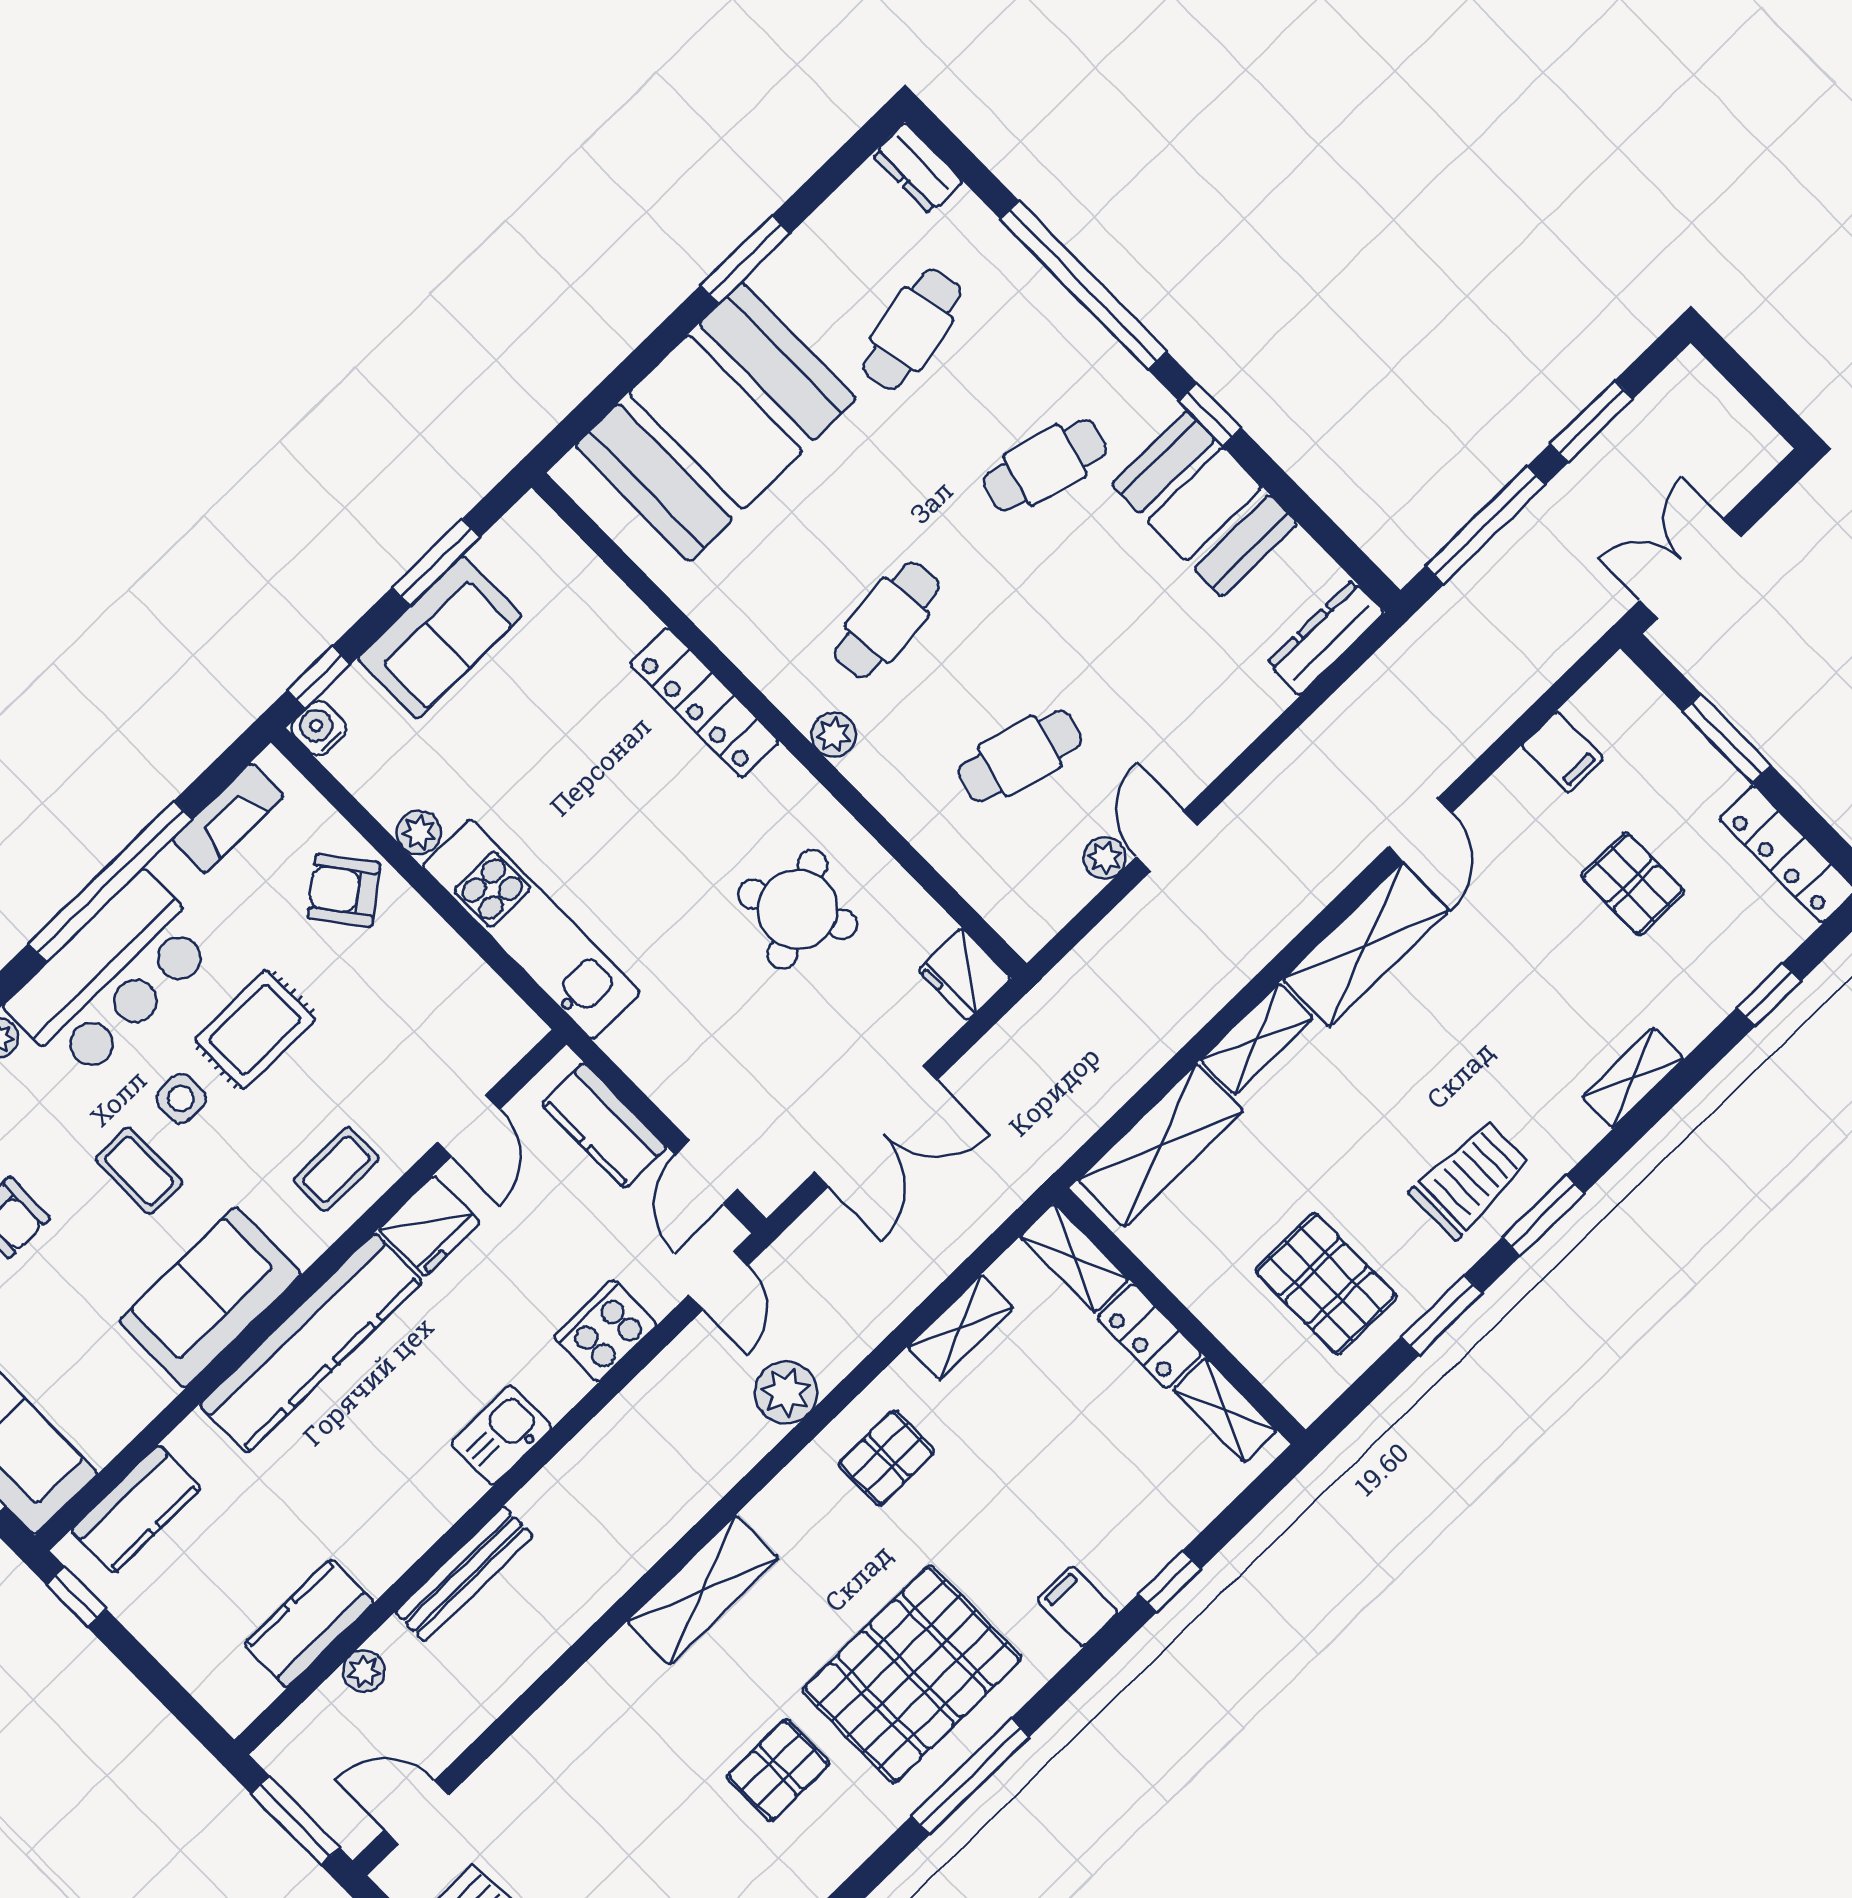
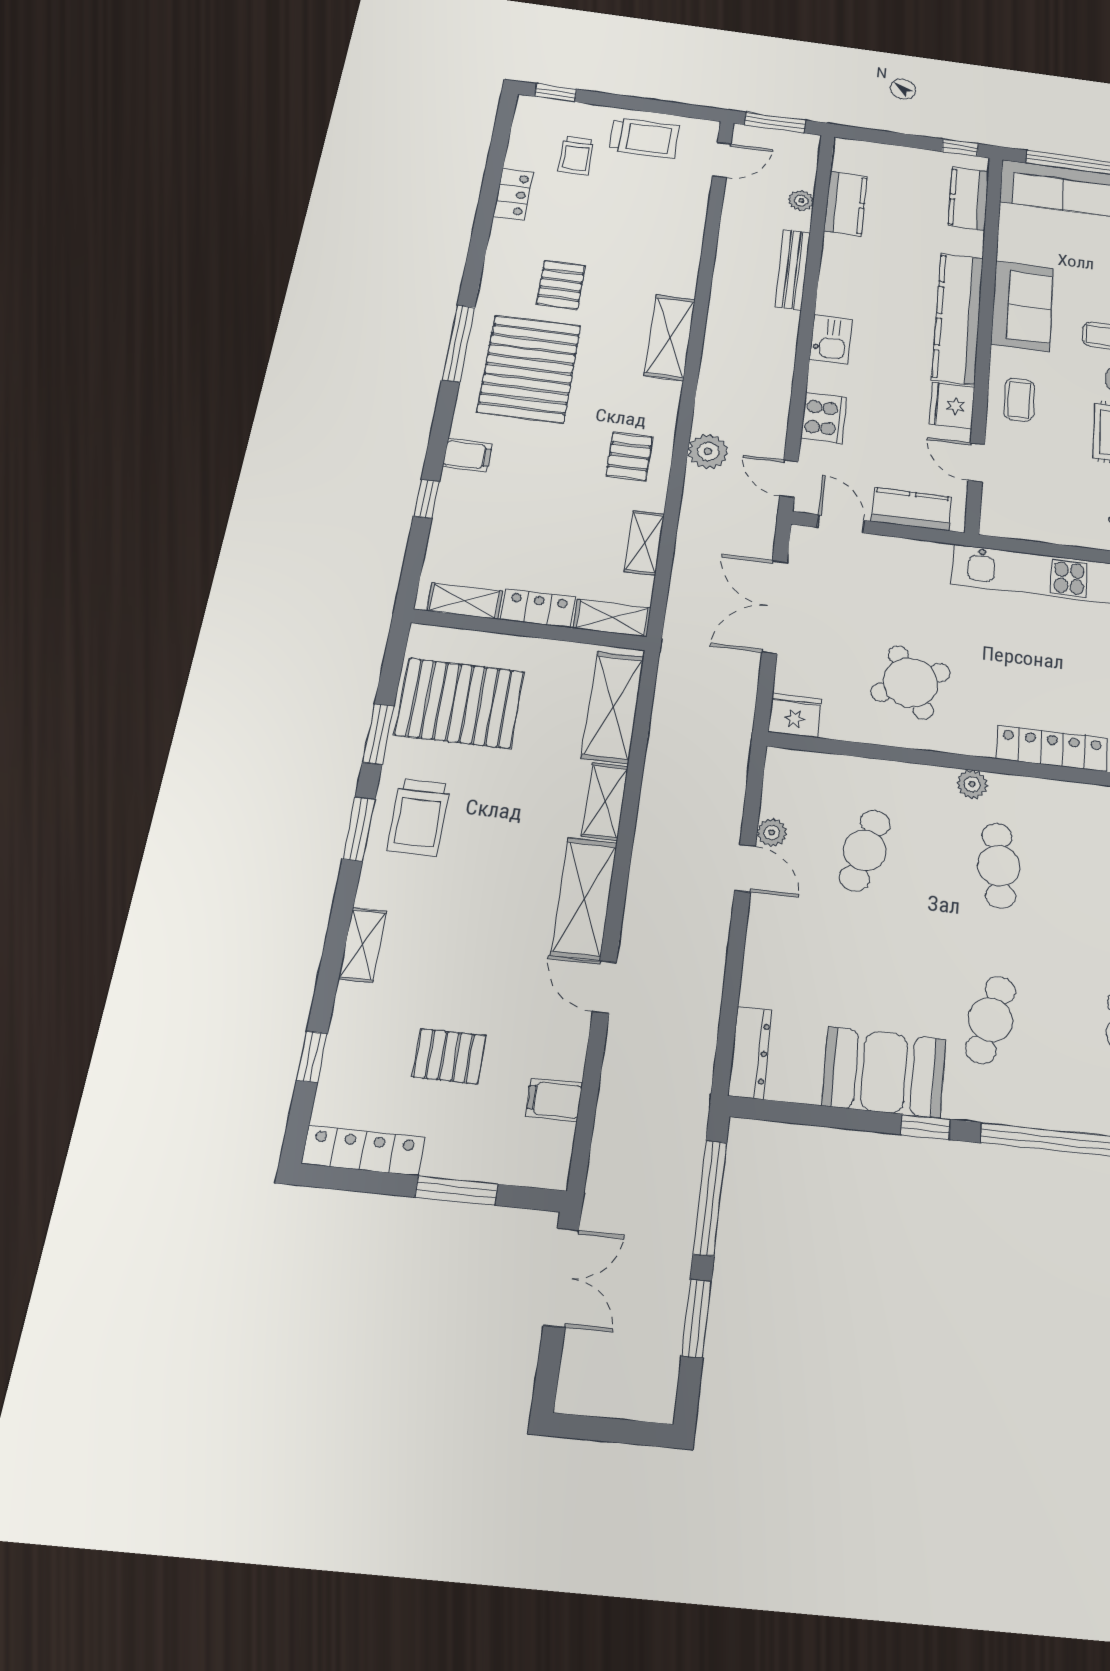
pallet: (1326, 1284) -> (460, 703), width x1.37, depth x1.41

